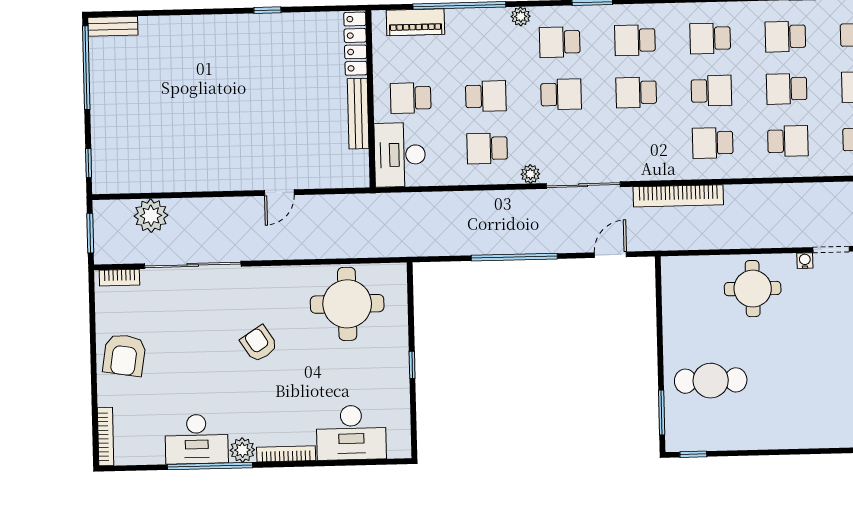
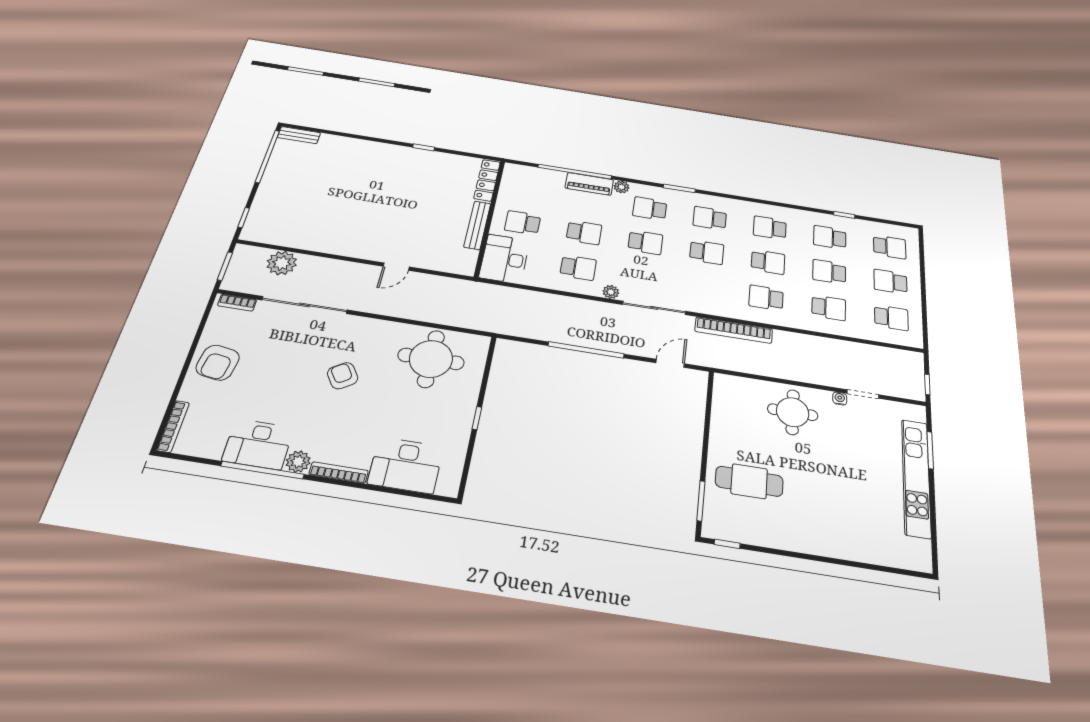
piano: (415, 22) -> (589, 184), moved
school desk: (636, 92) -> (707, 252), turned 180
school desk: (487, 148) -> (578, 268), turned 180

